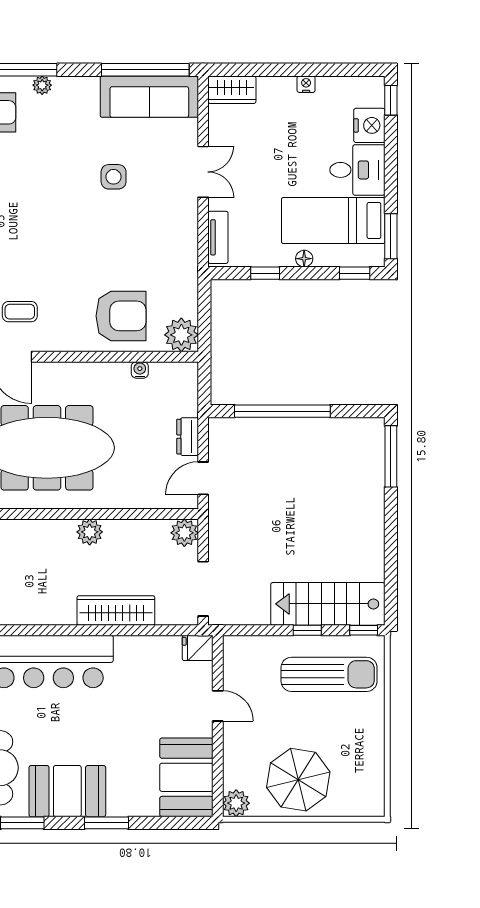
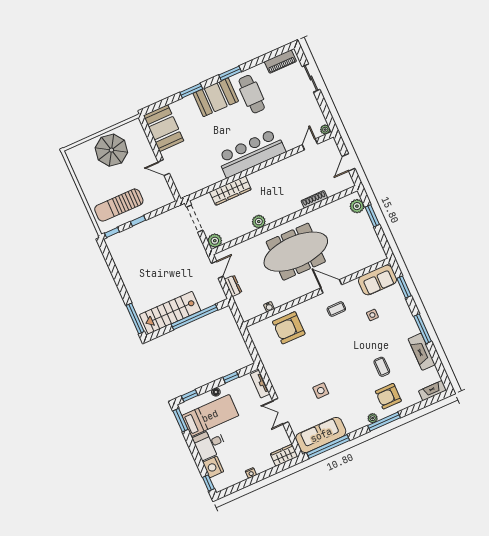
plant: (181, 335) -> (257, 331), removed
stairs: (328, 604) -> (170, 313), moved, turned 180
fridge: (198, 648) -> (185, 190), removed
plant: (236, 803) -> (135, 126), removed

